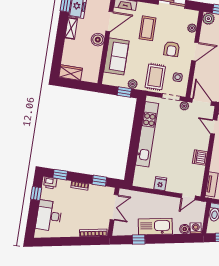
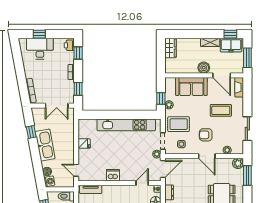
window: (36, 193) -> (39, 34), moved

